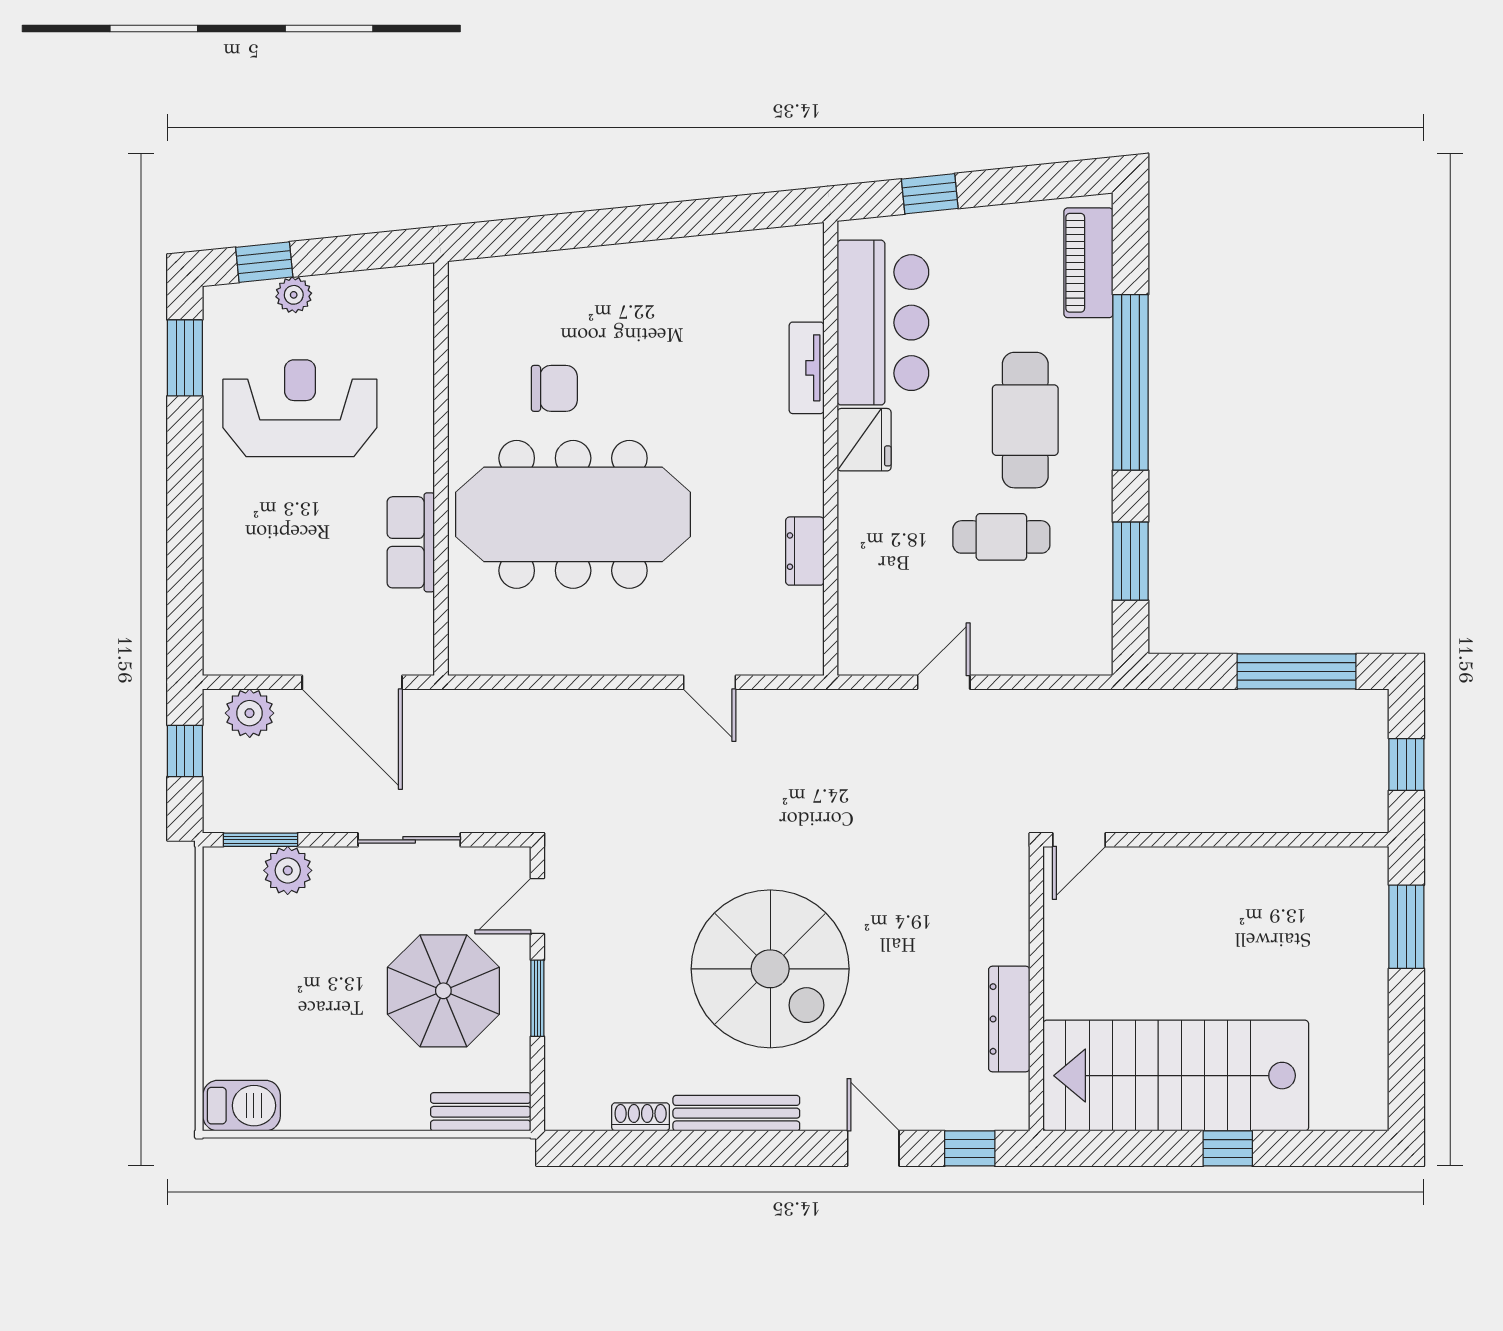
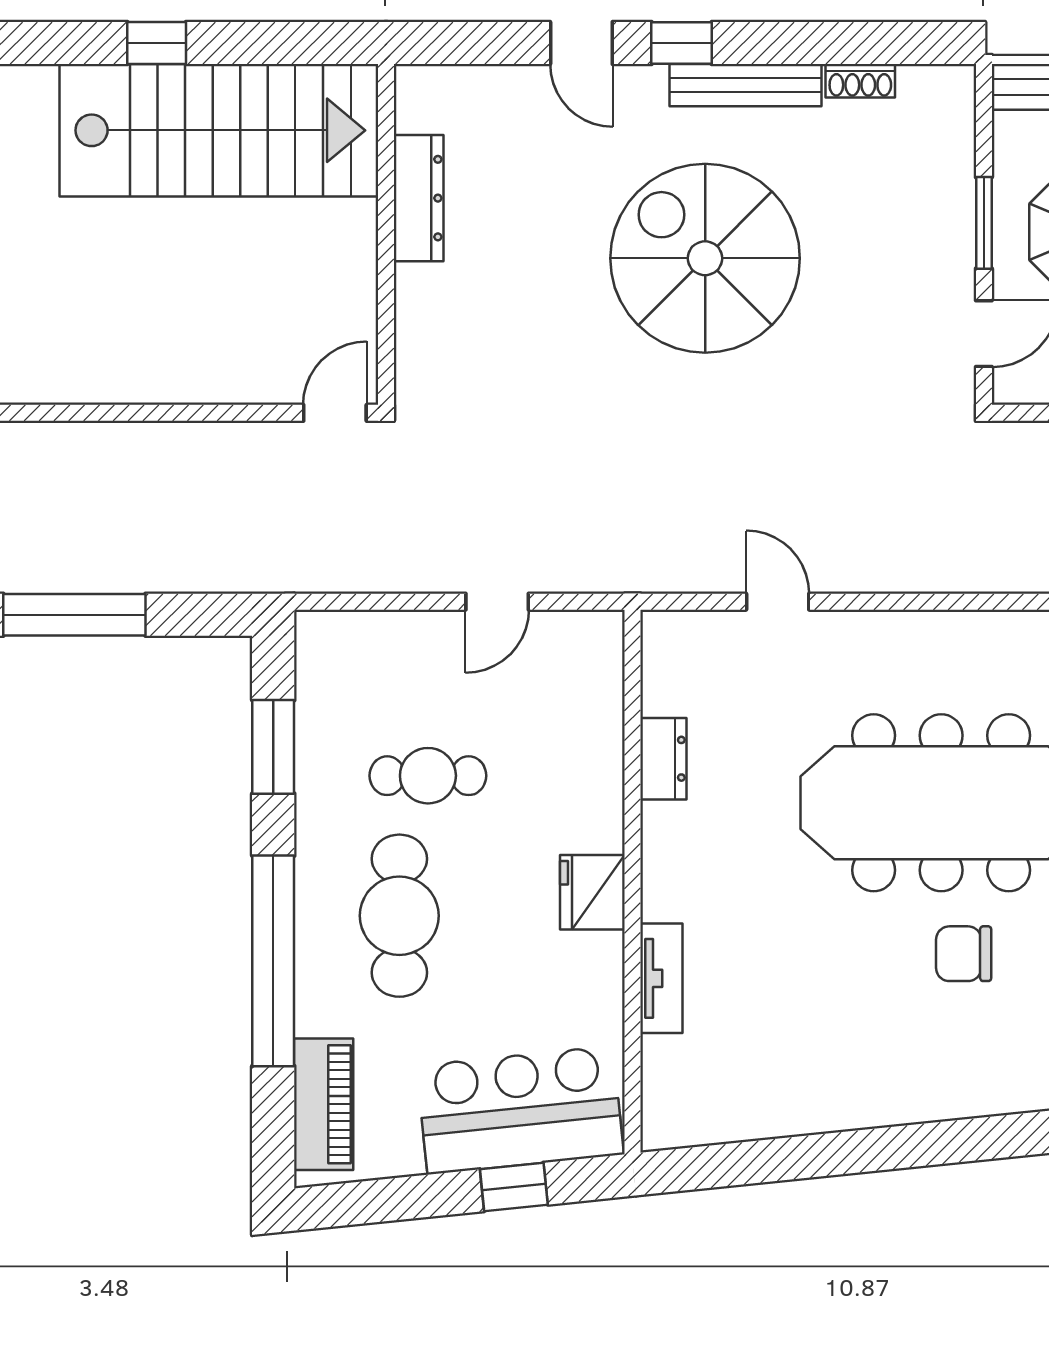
bar counter: (883, 323) -> (520, 1110), moved, turned 84
window: (970, 1148) -> (682, 43), moved

